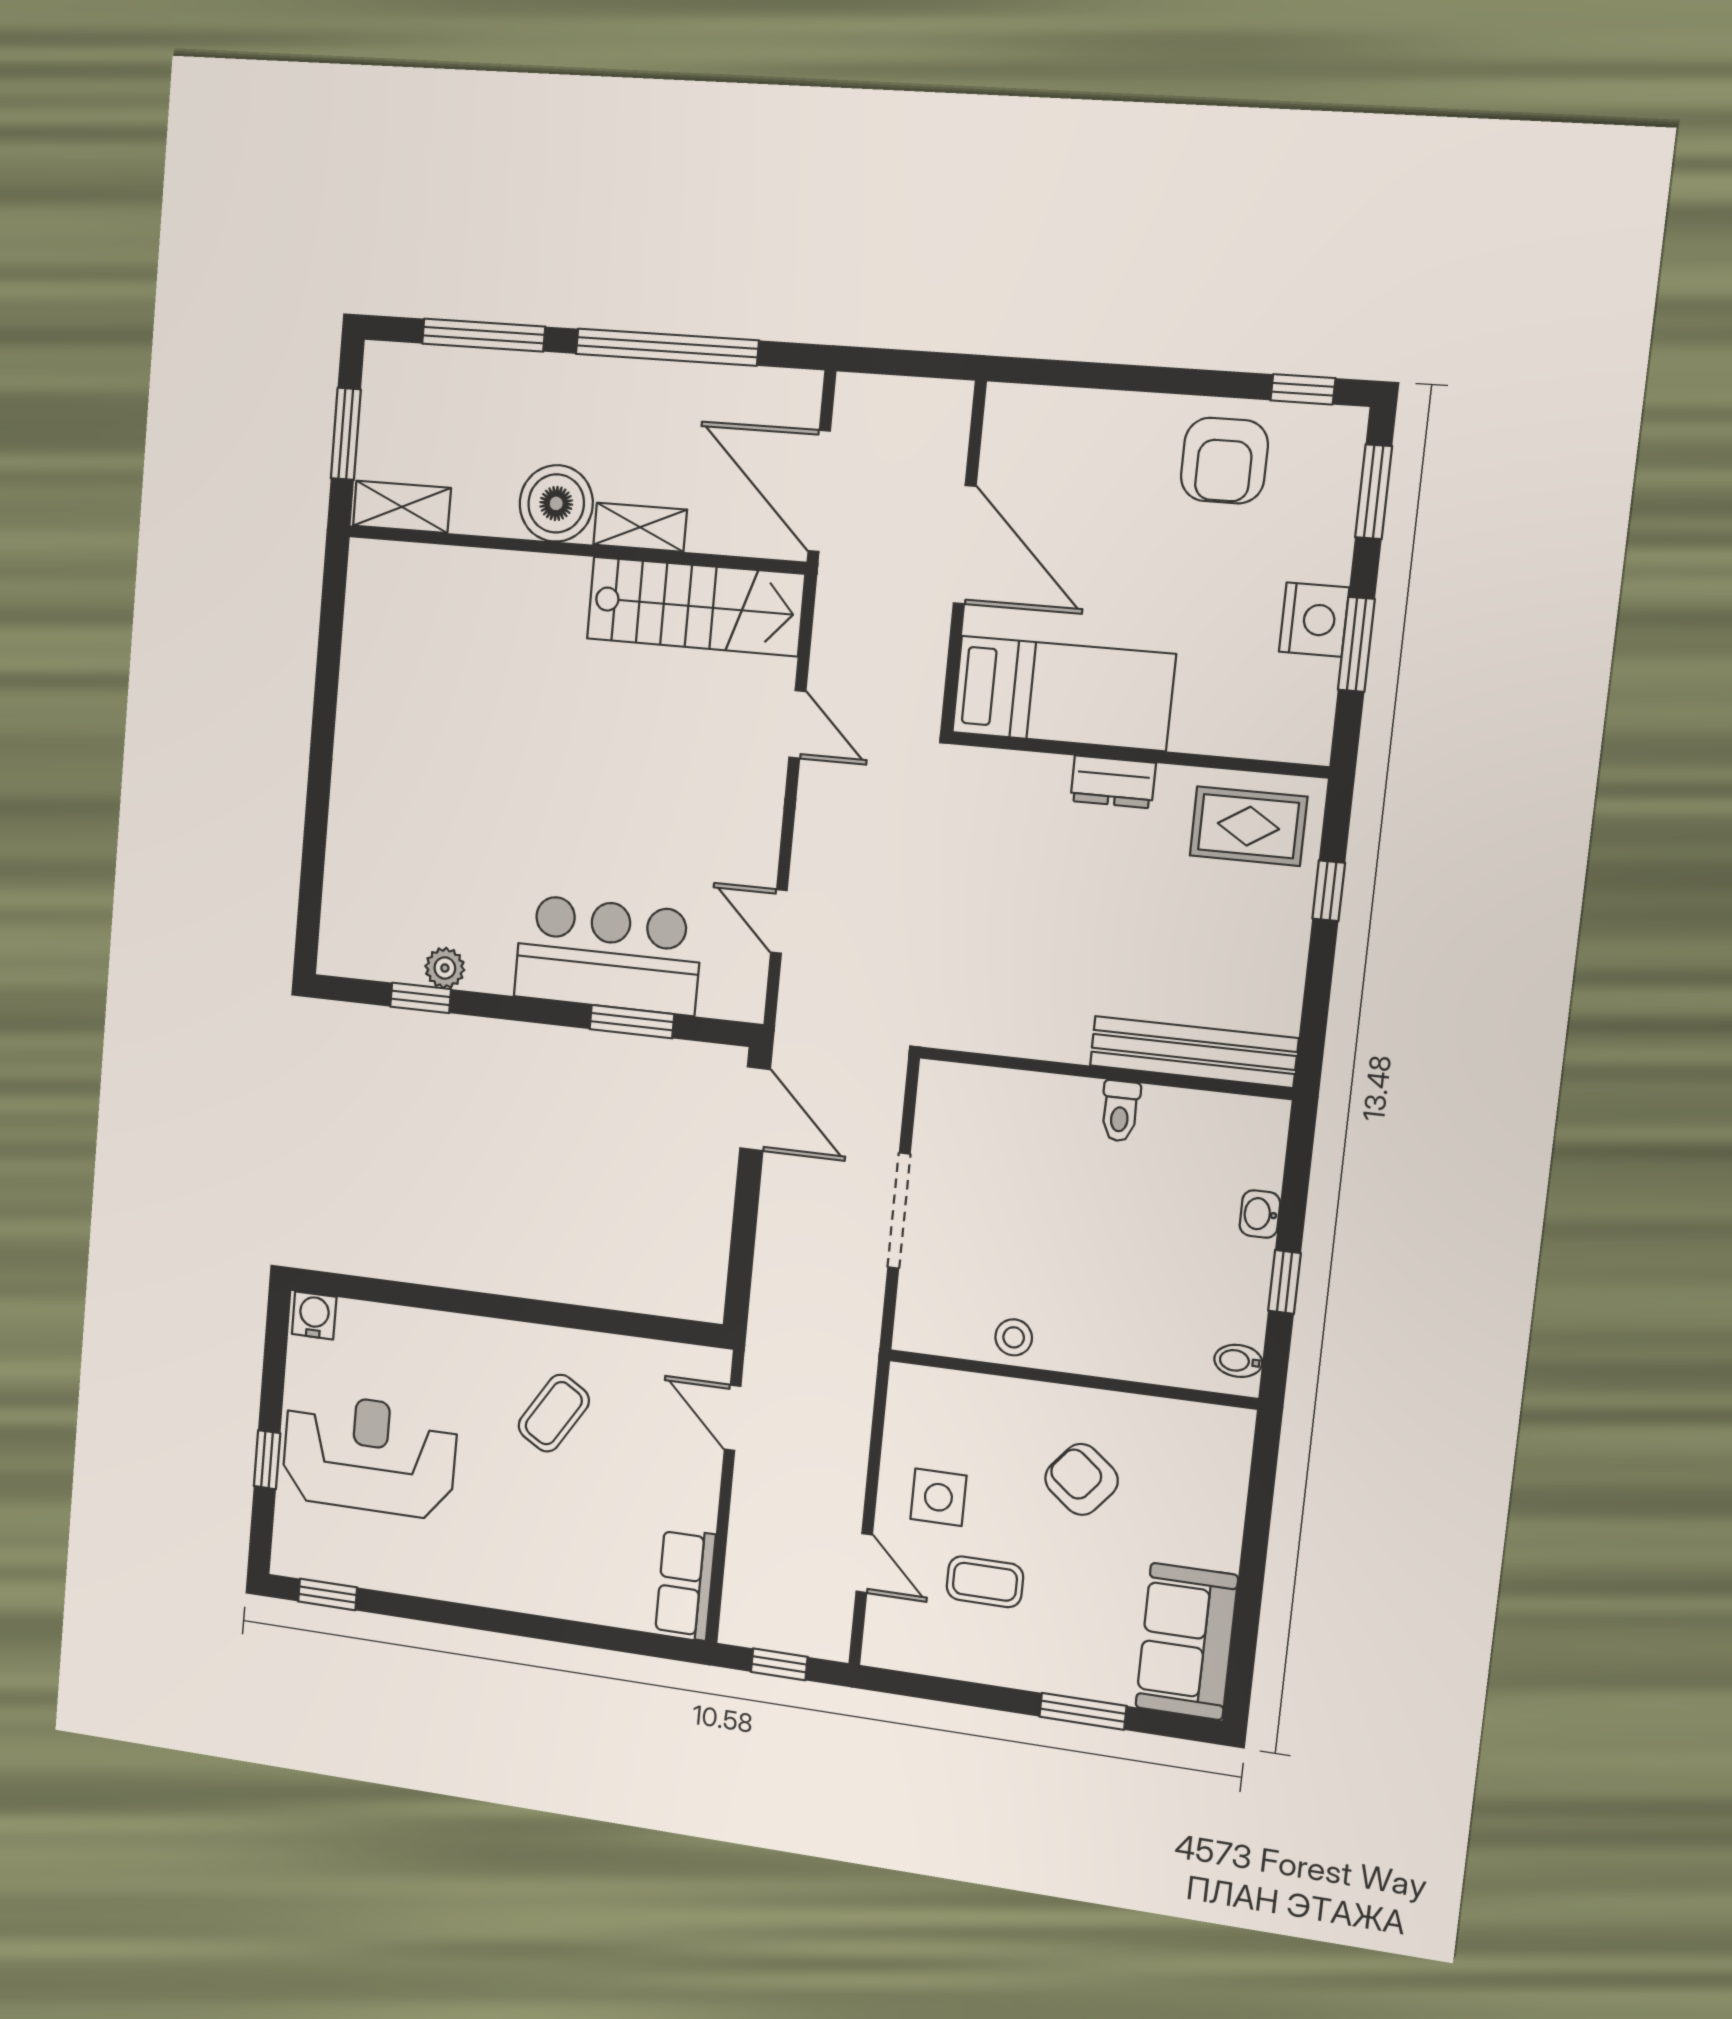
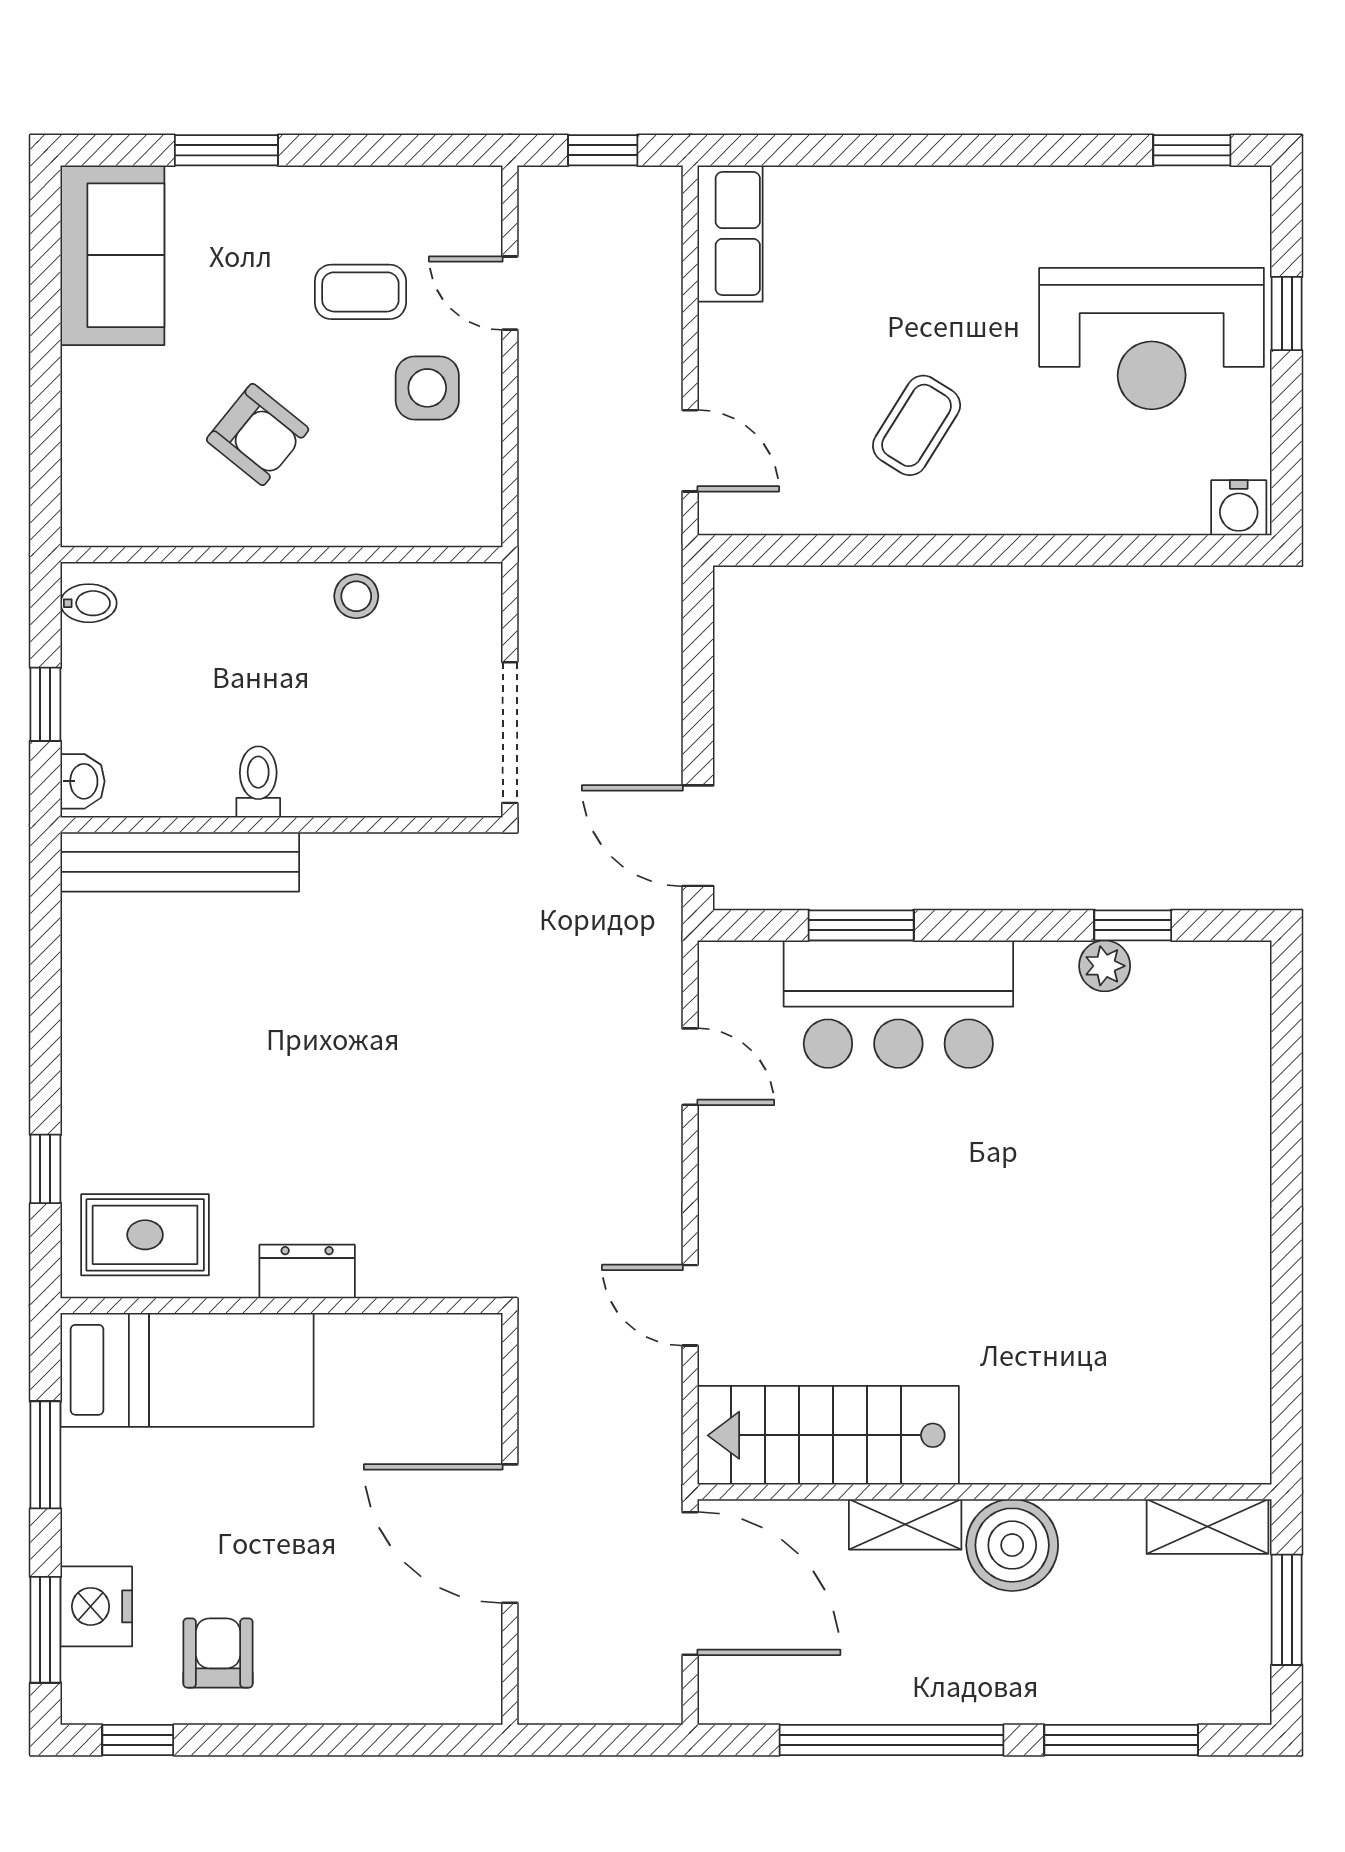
armchair: (1224, 461) -> (218, 1653), width x0.72, depth x0.72
nightstand: (1314, 620) -> (96, 1606), moved
bed: (1063, 693) -> (187, 1370), moved, turned 180
bench: (1194, 1052) -> (180, 862), moved
wall: (1104, 1073) -> (282, 825), moved
toilet: (1120, 1111) -> (258, 782), moved

